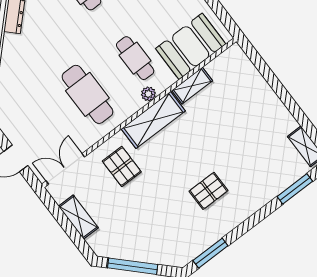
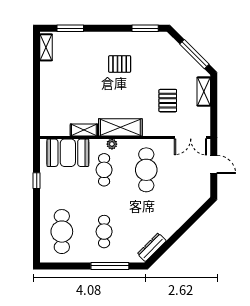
pallet: (122, 167) -> (168, 101), moved
shelving: (78, 217) -> (204, 92), moved

